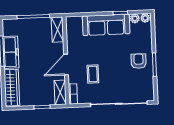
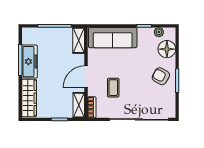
plant: (145, 18) -> (169, 32), removed
sofa: (106, 25) -> (113, 38), moved
floor lamp: (143, 35) -> (167, 49), added
armchair: (139, 61) -> (161, 76), turned -61

